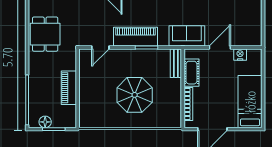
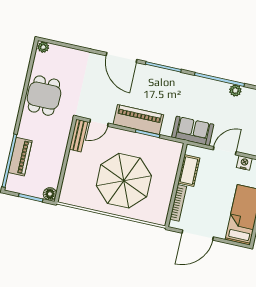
bench: (176, 63) -> (79, 136), moved
piano: (69, 88) -> (20, 157), moved, turned 180
parasol: (135, 95) -> (124, 181), width x1.36, depth x1.36
floor lamp: (45, 122) -> (50, 194), moved

